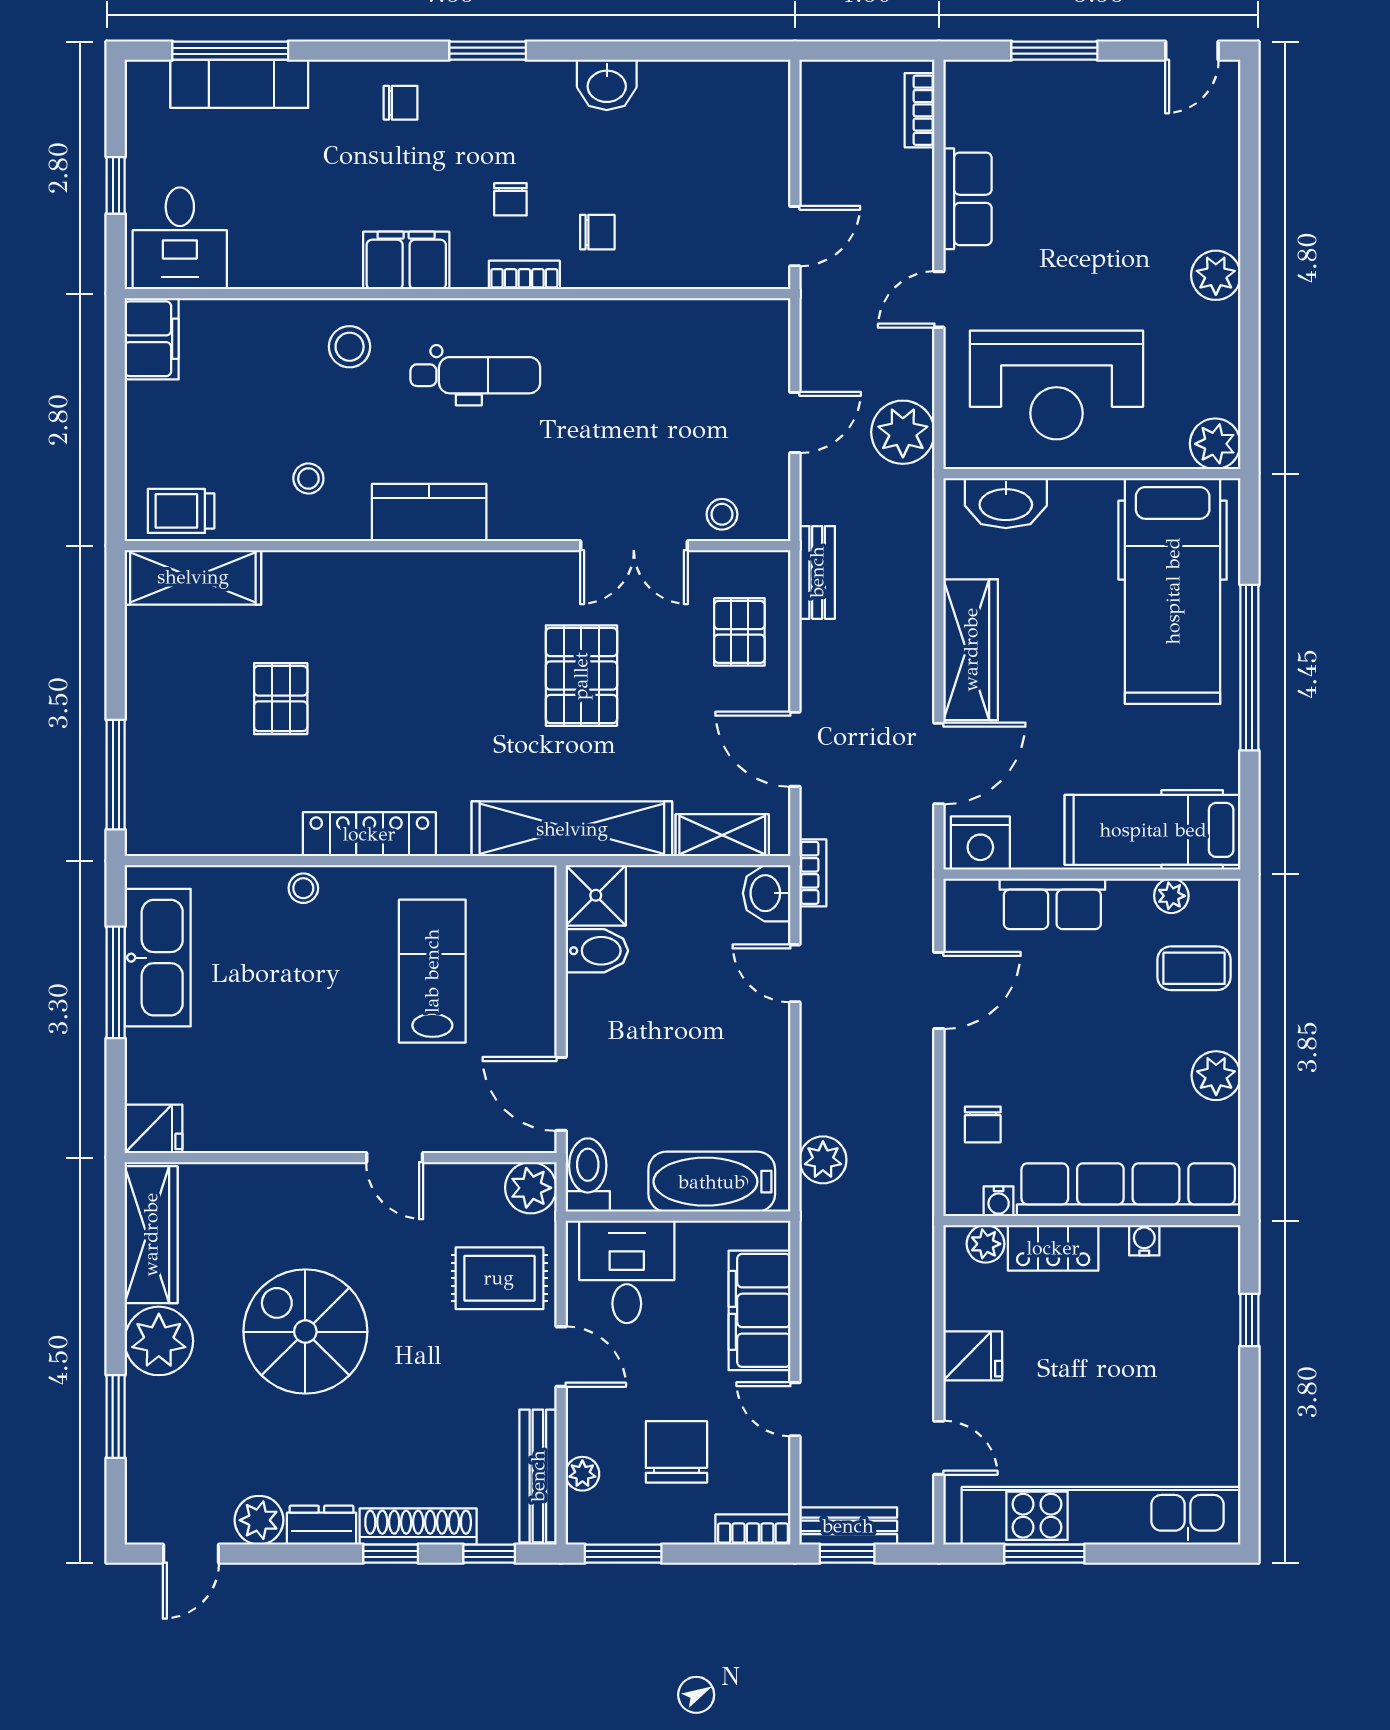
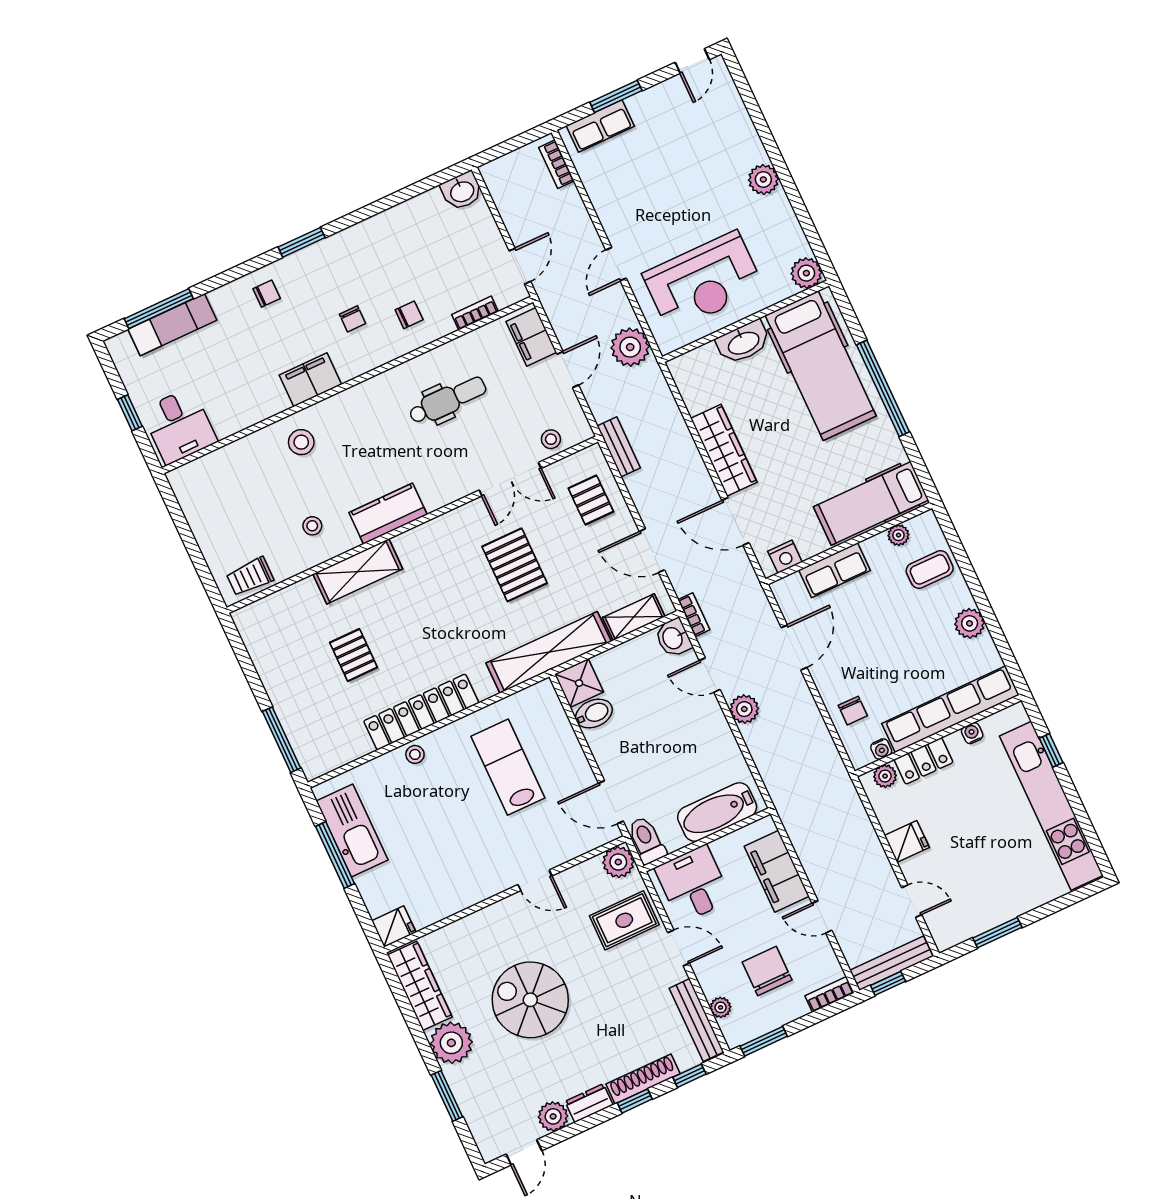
washbasin: (607, 85) -> (462, 191), moved
row of seats: (968, 199) -> (600, 126), moved, turned 90
bookcase: (524, 275) -> (475, 313), moved
filing cabinet: (152, 339) -> (531, 337), moved, turned 180
dental chair: (475, 375) -> (448, 400), moved
washbasin: (1006, 503) -> (743, 342), moved
shelving: (193, 577) -> (358, 571), moved
door: (939, 764) -> (735, 522), swing flipped
locker: (369, 834) -> (421, 712), width x1.41, depth x1.21
nightstand: (980, 843) -> (785, 557), width x0.74, depth x0.75
plant: (823, 1160) -> (744, 709), moved
kitchen unit: (1101, 1516) -> (1051, 806), moved, turned -90
bench: (848, 1526) -> (891, 963), width x1.36

